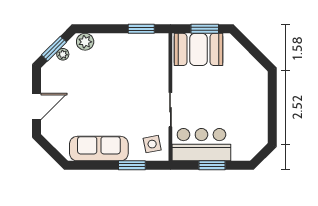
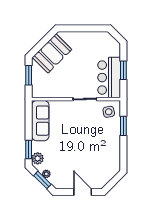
window: (141, 29) -> (29, 149), moved
booth: (199, 49) -> (52, 53), moved, turned 45
sofa: (99, 149) -> (40, 121), moved, turned 180

